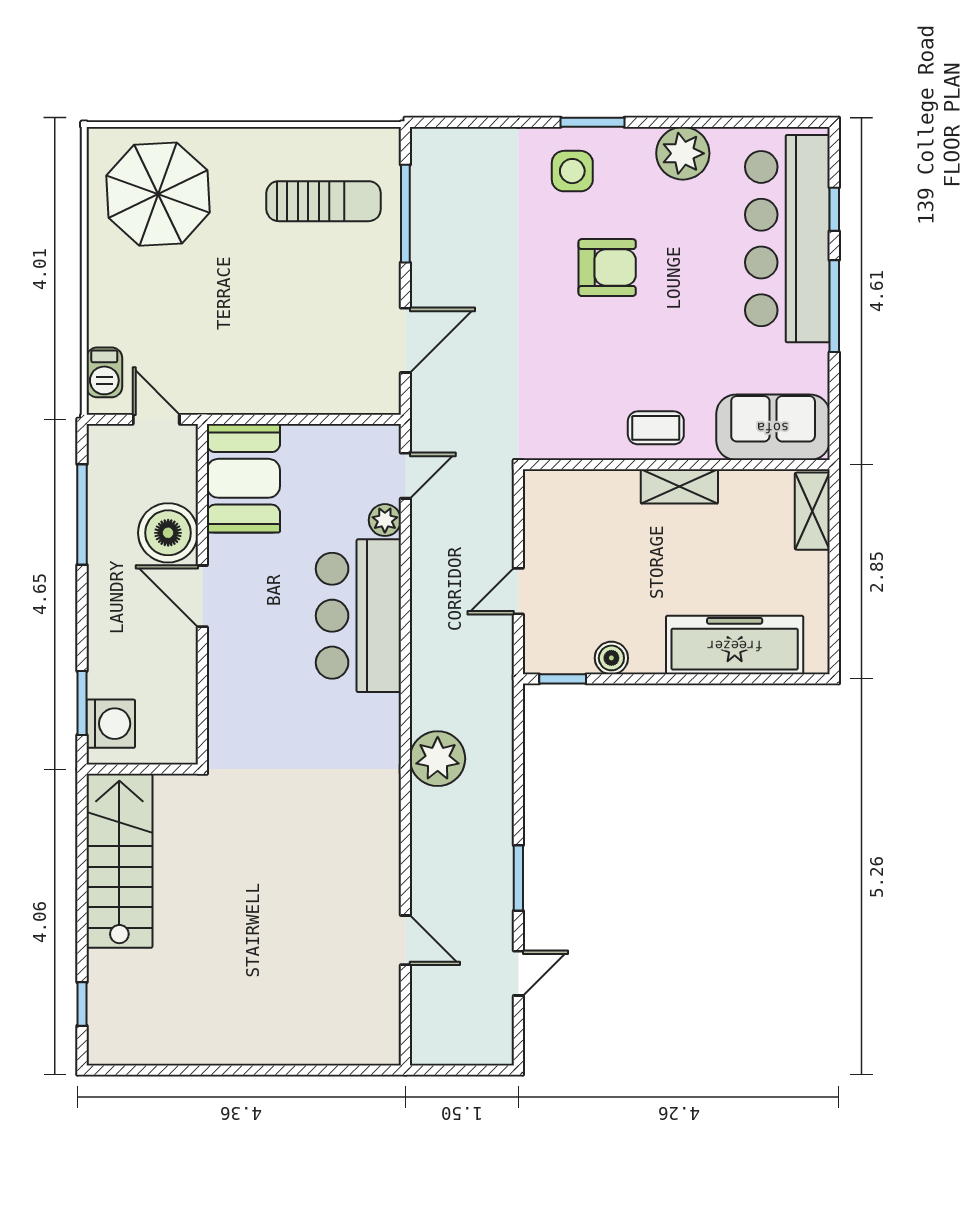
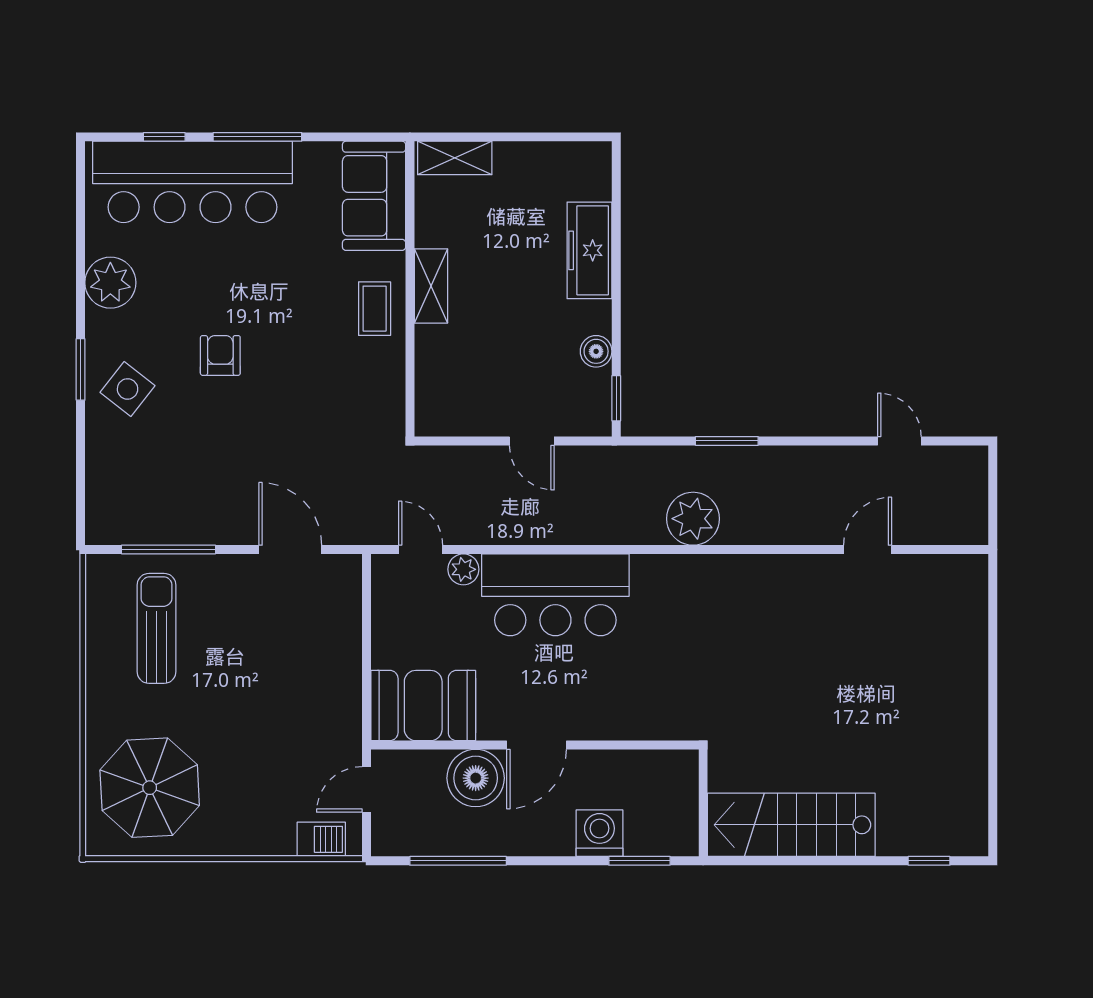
side table: (572, 171) -> (128, 389), turned 38
armchair: (607, 268) -> (220, 355), width x0.72, depth x0.72
freezer: (735, 645) -> (589, 250), width x0.73, depth x0.79
washing machine: (111, 724) -> (599, 833), moved
window: (518, 878) -> (727, 441), moved

